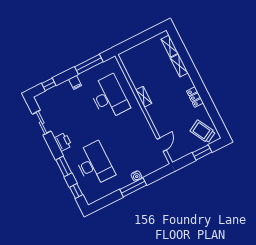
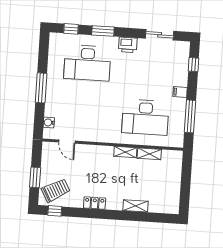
shelving: (170, 46) -> (149, 154), moved
window: (218, 123) -> (55, 211), added
water cooler: (136, 176) -> (49, 122), moved

